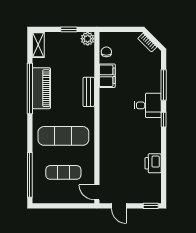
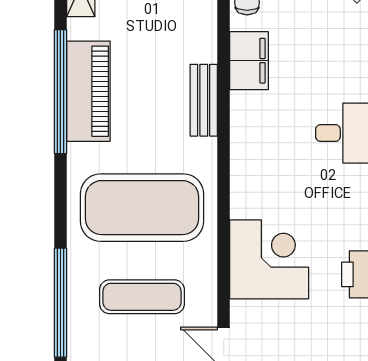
exercise mat: (63, 136) -> (142, 208), width x1.47
corner desk: (115, 157) -> (269, 259), added

